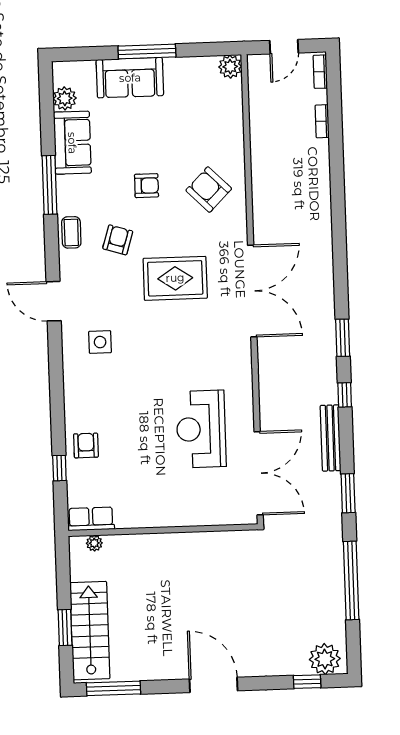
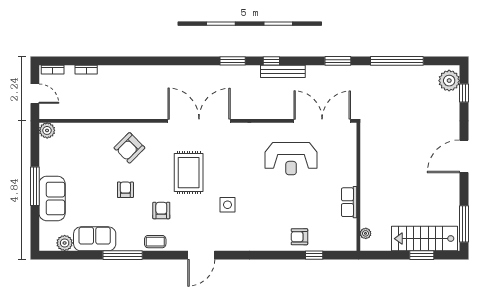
armchair: (118, 240) -> (161, 210), turned 73
side table: (100, 342) -> (228, 205), moved
bench: (331, 438) -> (283, 71), moved
row of seats: (91, 519) -> (349, 202), moved

